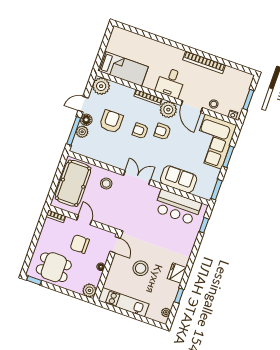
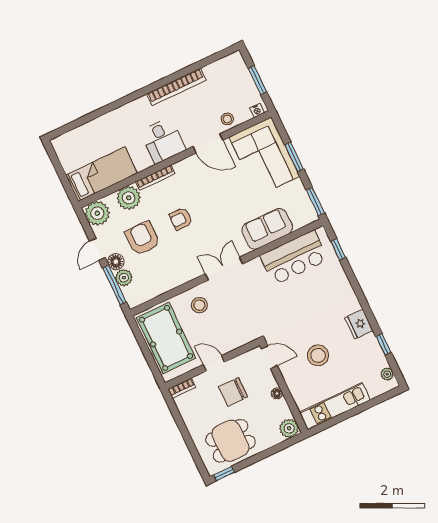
plant: (168, 110) -> (129, 198), moved
armchair: (162, 132) -> (204, 197), removed

